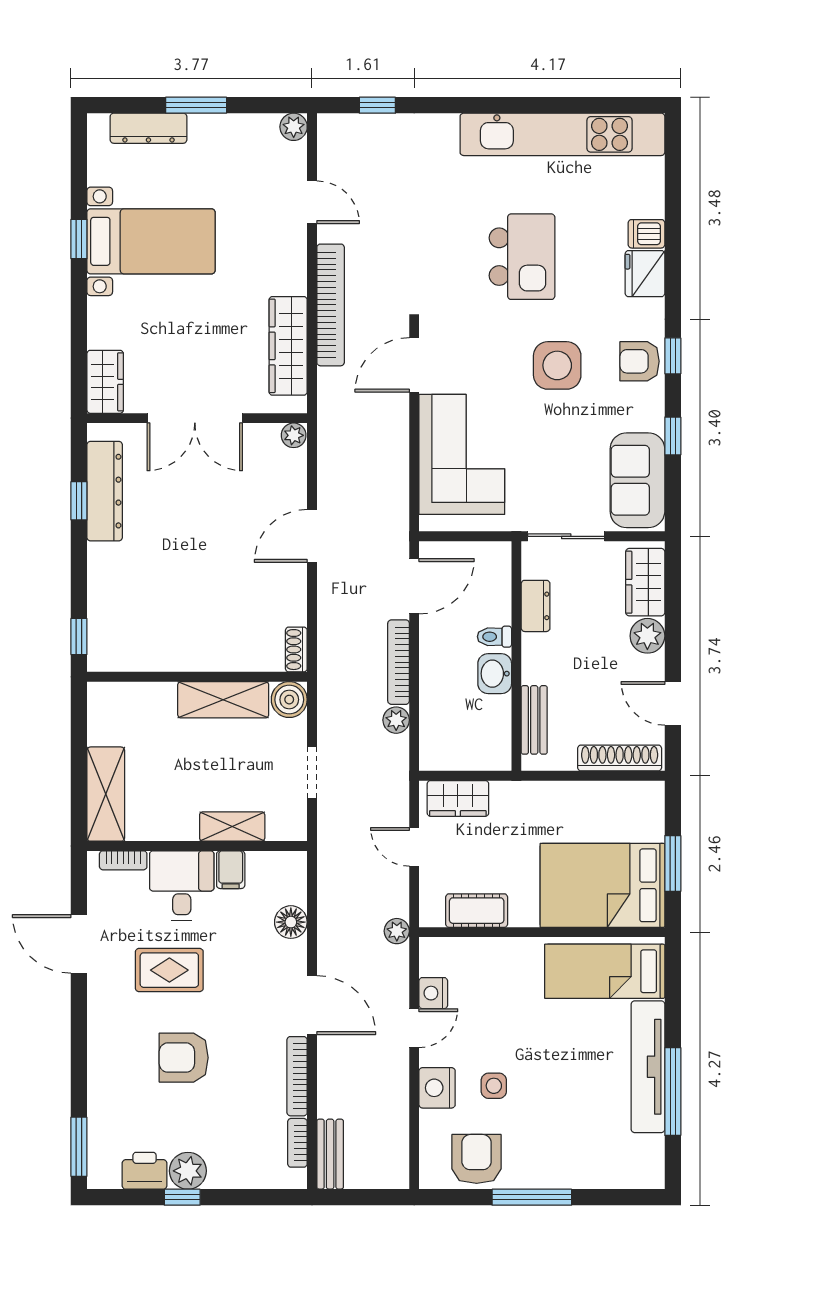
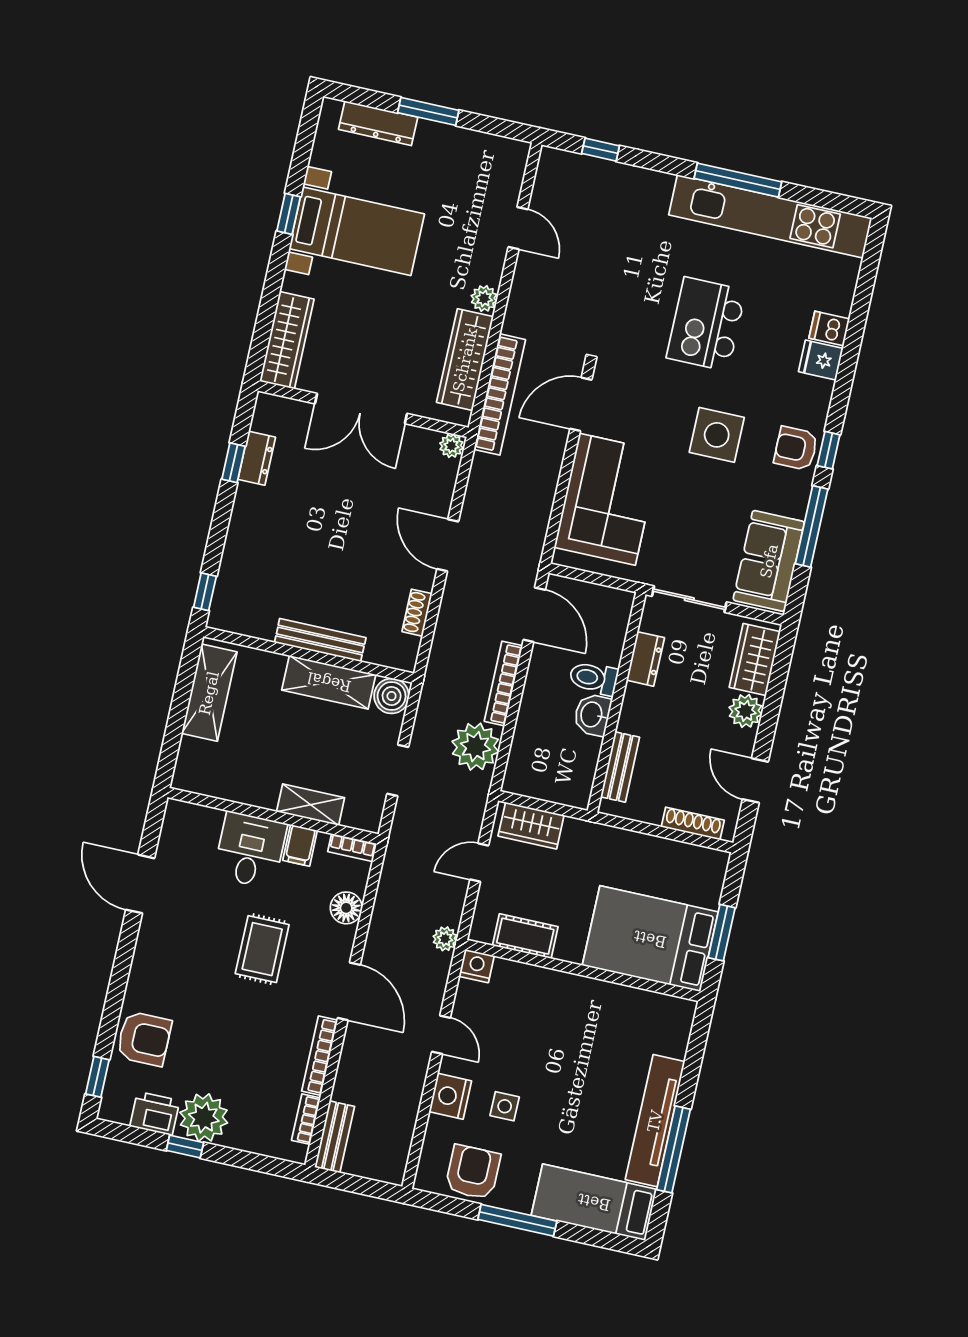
window: (522, 105) -> (738, 180), added
plant: (294, 127) -> (484, 298), moved
kitchen island: (522, 257) -> (706, 324), turned 180
fridge: (645, 274) -> (821, 360), width x0.72
bookcase: (331, 305) -> (500, 394), moved
wardrobe: (105, 382) -> (287, 340), width x1.50
window: (673, 436) -> (812, 526), width x2.17
dresser: (105, 491) -> (257, 458), width x0.51, depth x0.80
door: (312, 536) -> (448, 545), hinge flipped
door: (414, 586) -> (534, 615), hinge flipped
toilet: (494, 637) -> (594, 678), width x1.37, depth x1.39
shoe rack: (296, 650) -> (417, 613), moved
bench: (205, 659) -> (320, 640), added
plant: (396, 720) -> (475, 747), width x1.87, depth x1.87
shoe rack: (620, 758) -> (693, 824), width x0.74, depth x0.81
shelving: (106, 794) -> (209, 693), moved
door: (414, 847) -> (479, 862), hinge flipped
bookcase: (123, 860) -> (352, 848), moved
rug: (169, 970) -> (262, 949), moved, turned 90
bed: (605, 971) -> (594, 1202), moved
nightstand: (433, 993) -> (477, 966), moved, turned 90
door: (414, 1028) -> (441, 1035), hinge flipped
armchair: (184, 1058) -> (144, 1039), moved, turned 180
window: (79, 1147) -> (97, 1077), width x0.67
plant: (188, 1171) -> (204, 1118), width x1.36, depth x1.36

